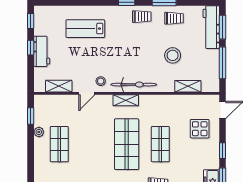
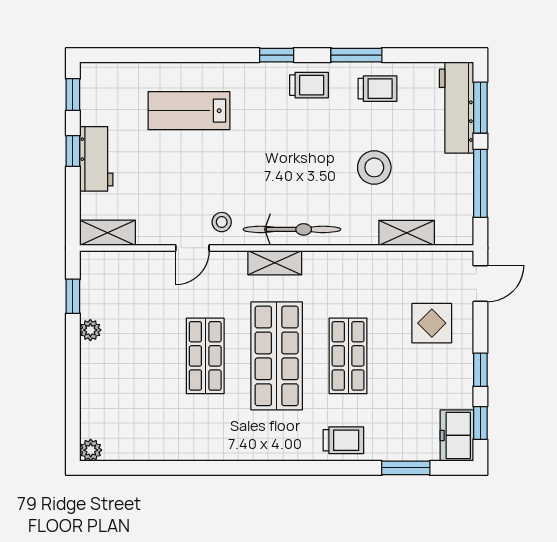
shelving: (59, 86) -> (107, 233), moved
shop shelf: (59, 144) -> (205, 356), moved

